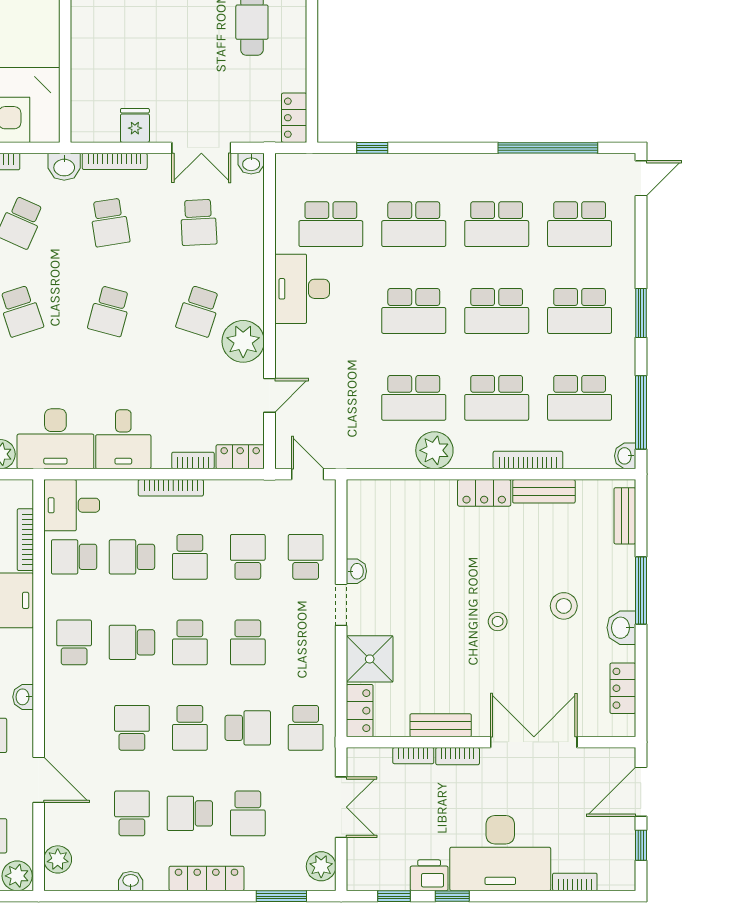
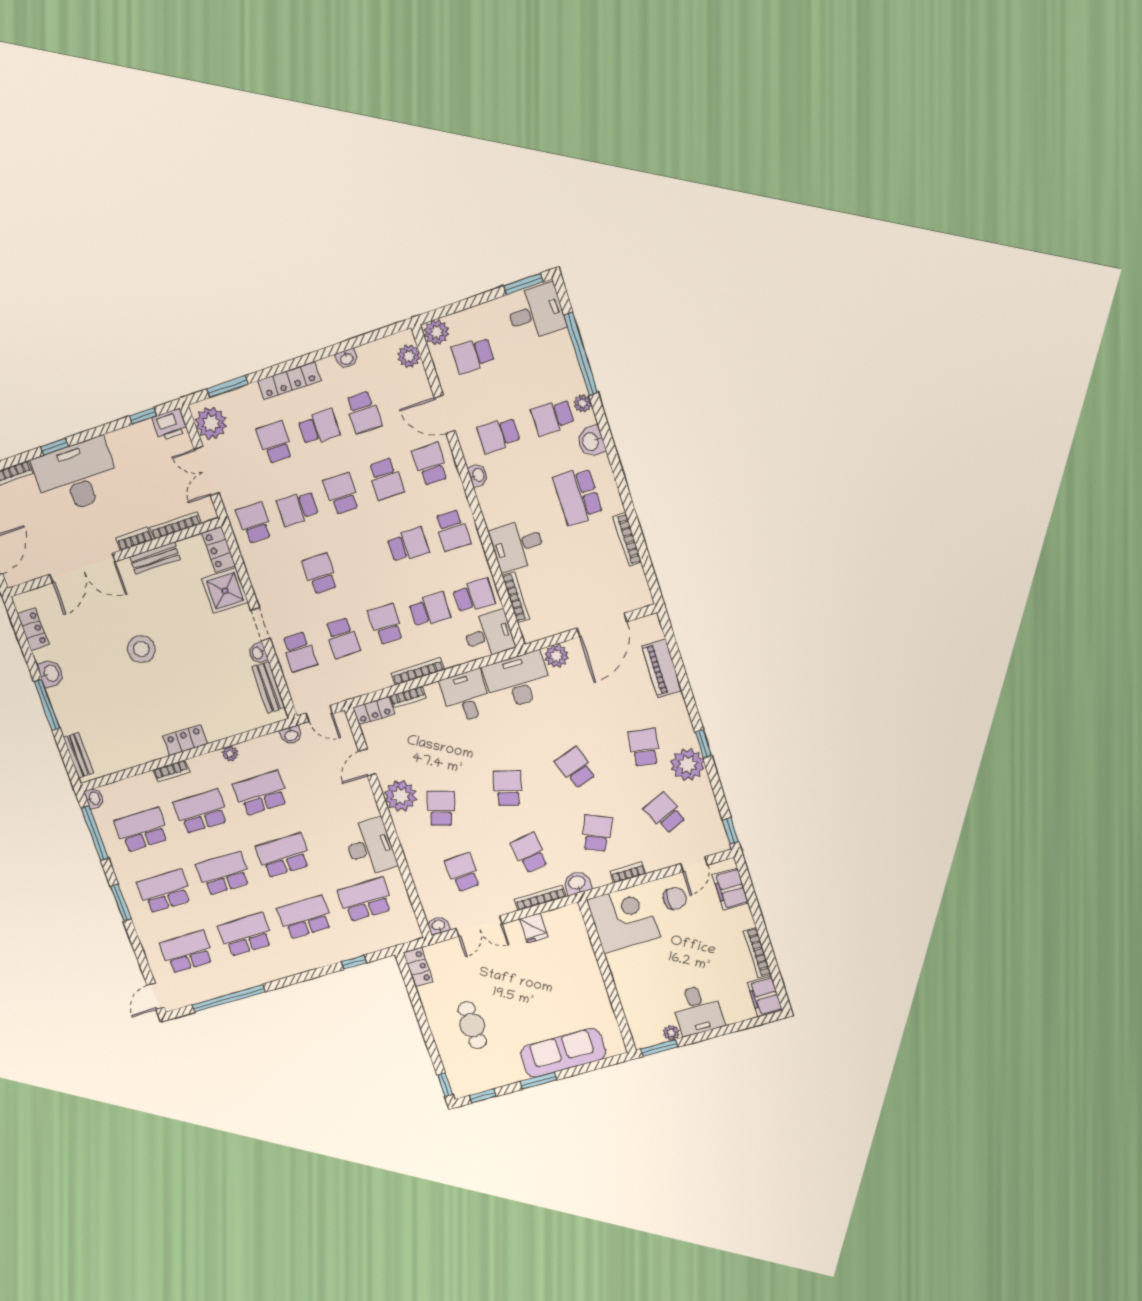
double door: (201, 148) -> (479, 926), swing flipped
plant: (434, 450) -> (230, 754), width x0.53, depth x0.53
washbasin: (351, 458) -> (291, 735), added
bookcase: (528, 460) -> (171, 771), width x0.64
bench: (544, 491) -> (268, 687), moved, turned 90
stool: (564, 606) -> (98, 676), removed
stool: (498, 622) -> (141, 649), width x1.89, depth x1.89
school desk: (190, 642) -> (430, 464), moved
bookcase: (413, 756) -> (175, 526), width x1.56
plant: (321, 866) -> (211, 423), width x1.36, depth x1.36
printer: (429, 875) -> (170, 425), moved
window: (452, 896) -> (54, 447), moved

